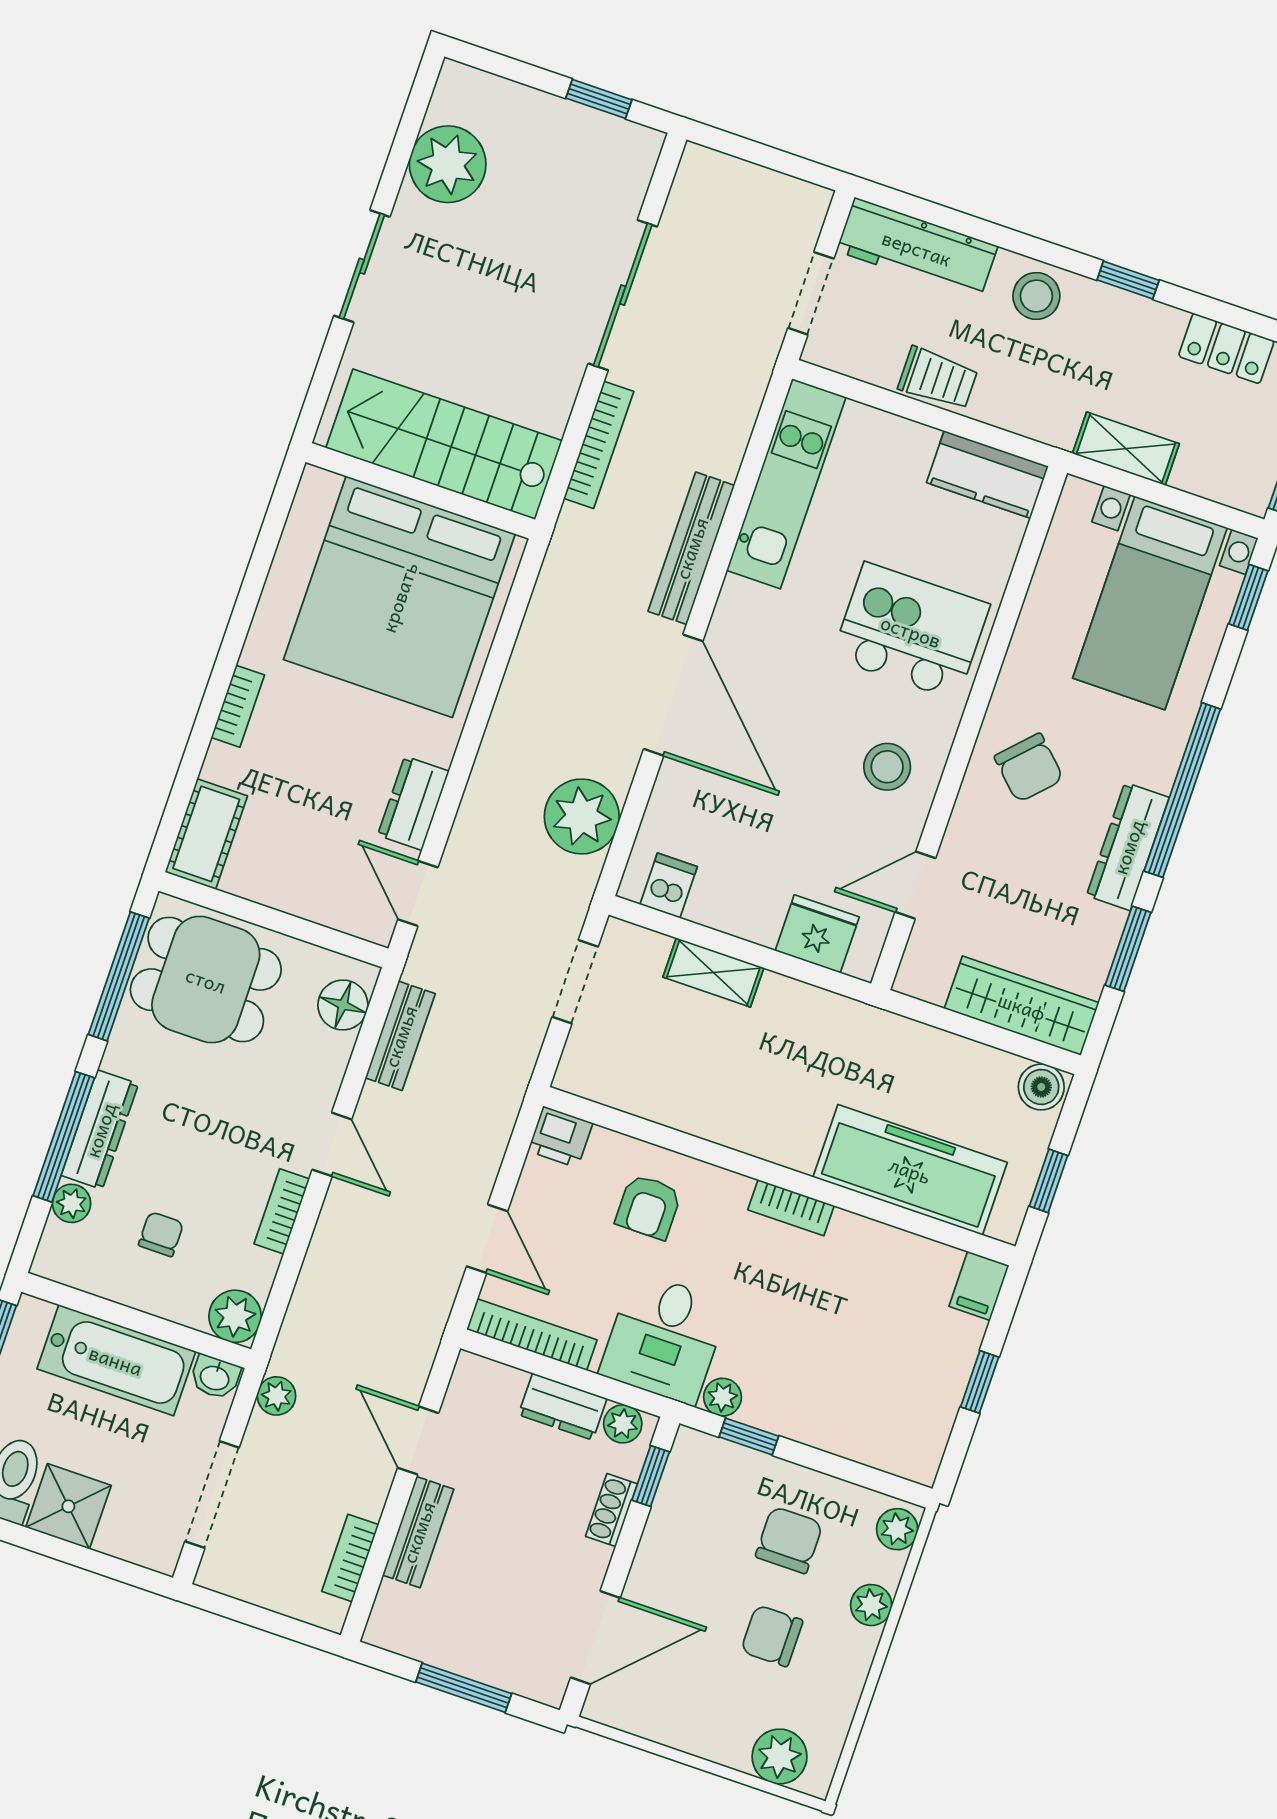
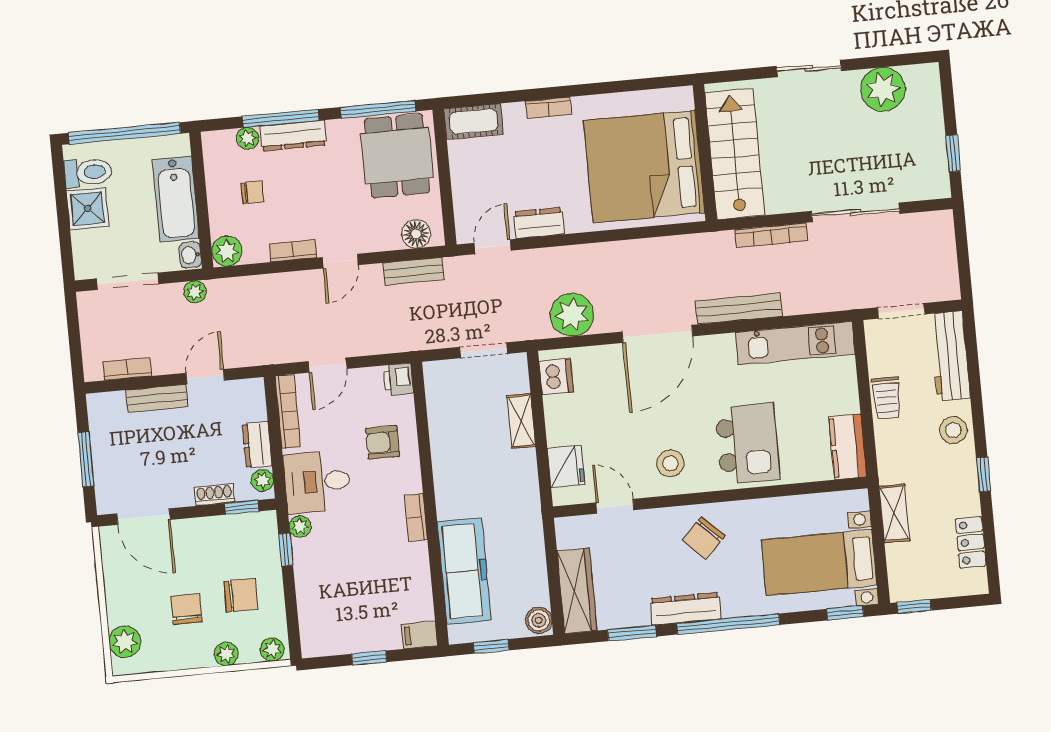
dishwasher: (669, 886) -> (556, 377), width x1.38

